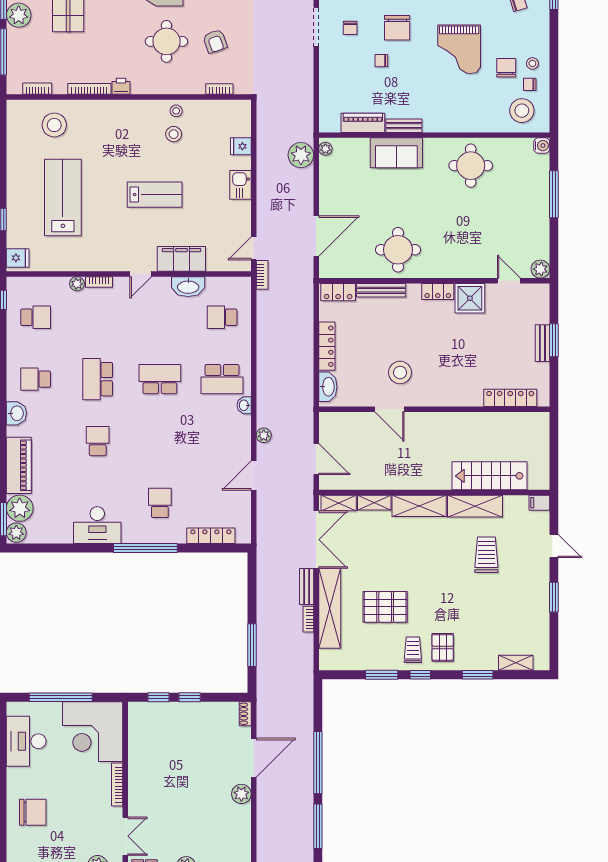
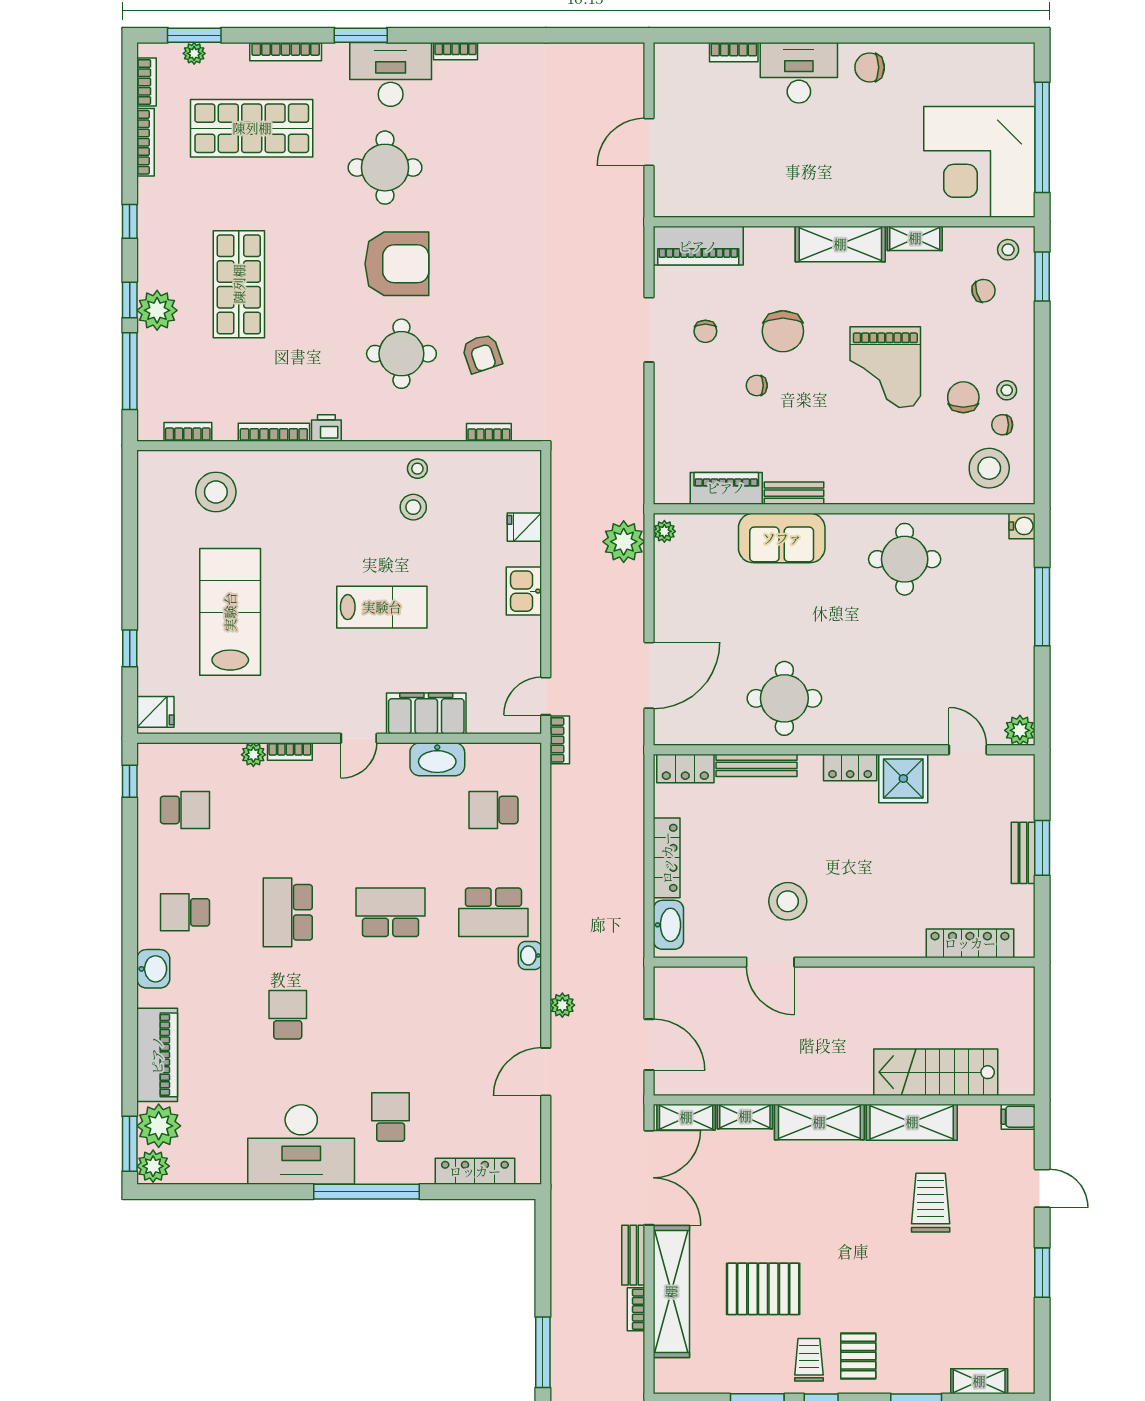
desk: (97, 525) -> (301, 1145), width x1.36, depth x1.30

